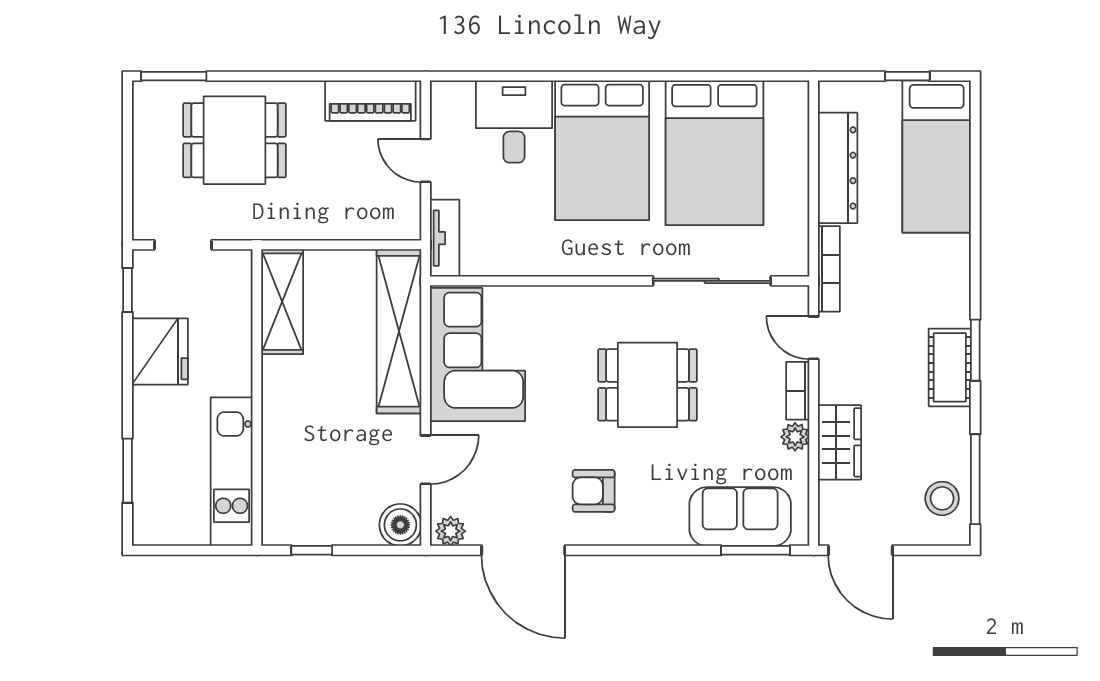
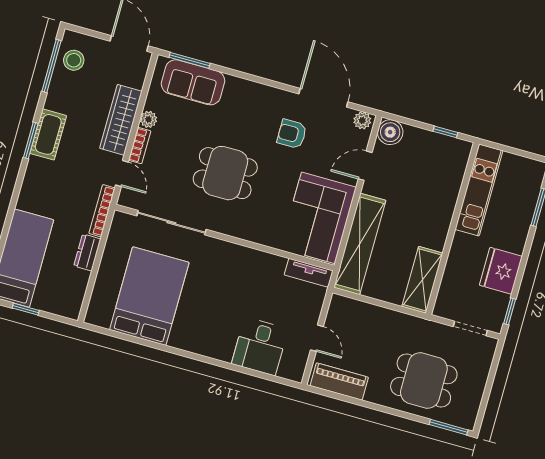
bed: (602, 150) -> (214, 316), removed
dresser: (838, 168) -> (87, 253), width x0.51, depth x0.80
tv unit: (445, 238) -> (309, 273), moved, turned -90
wardrobe: (839, 442) -> (121, 120), width x1.50
armchair: (594, 491) -> (292, 134), moved, turned 180

